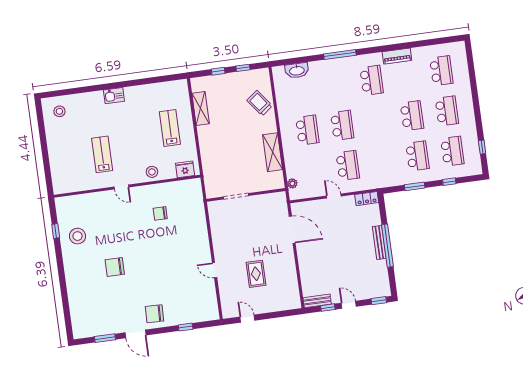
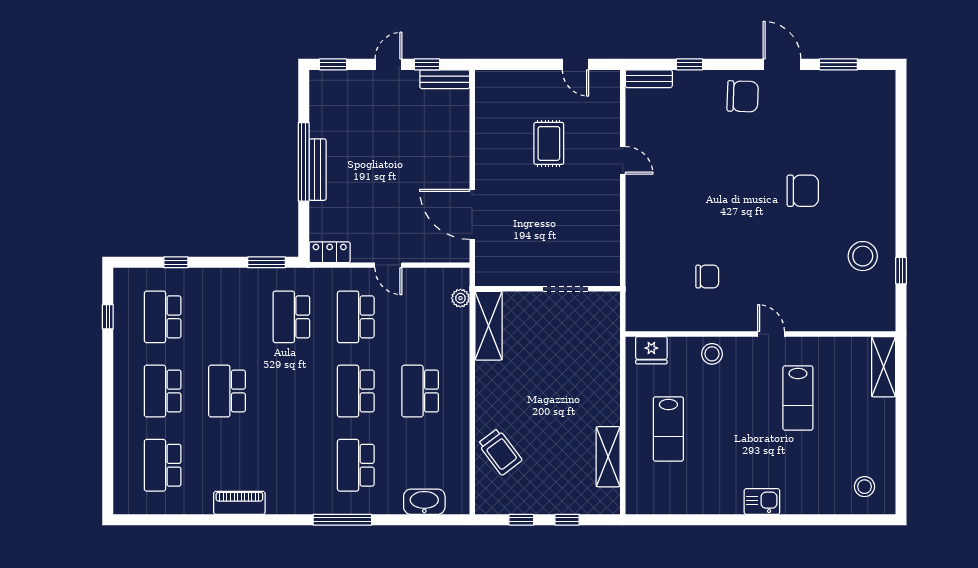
school desk: (372, 80) -> (356, 465), moved
shelving: (273, 152) -> (488, 326), moved
school desk: (417, 156) -> (291, 317), moved
shelving: (58, 178) -> (884, 367), added
window: (415, 186) -> (267, 262), moved
door: (349, 305) -> (388, 64), swing flipped
bench: (207, 316) -> (649, 79), added

